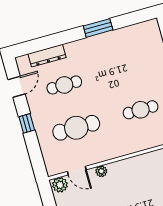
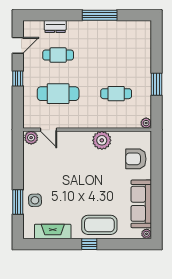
window: (98, 28) -> (100, 15), width x1.44
dresser: (47, 56) -> (55, 26), width x0.70
plant: (101, 171) -> (102, 140), moved, width x1.88, depth x1.88

